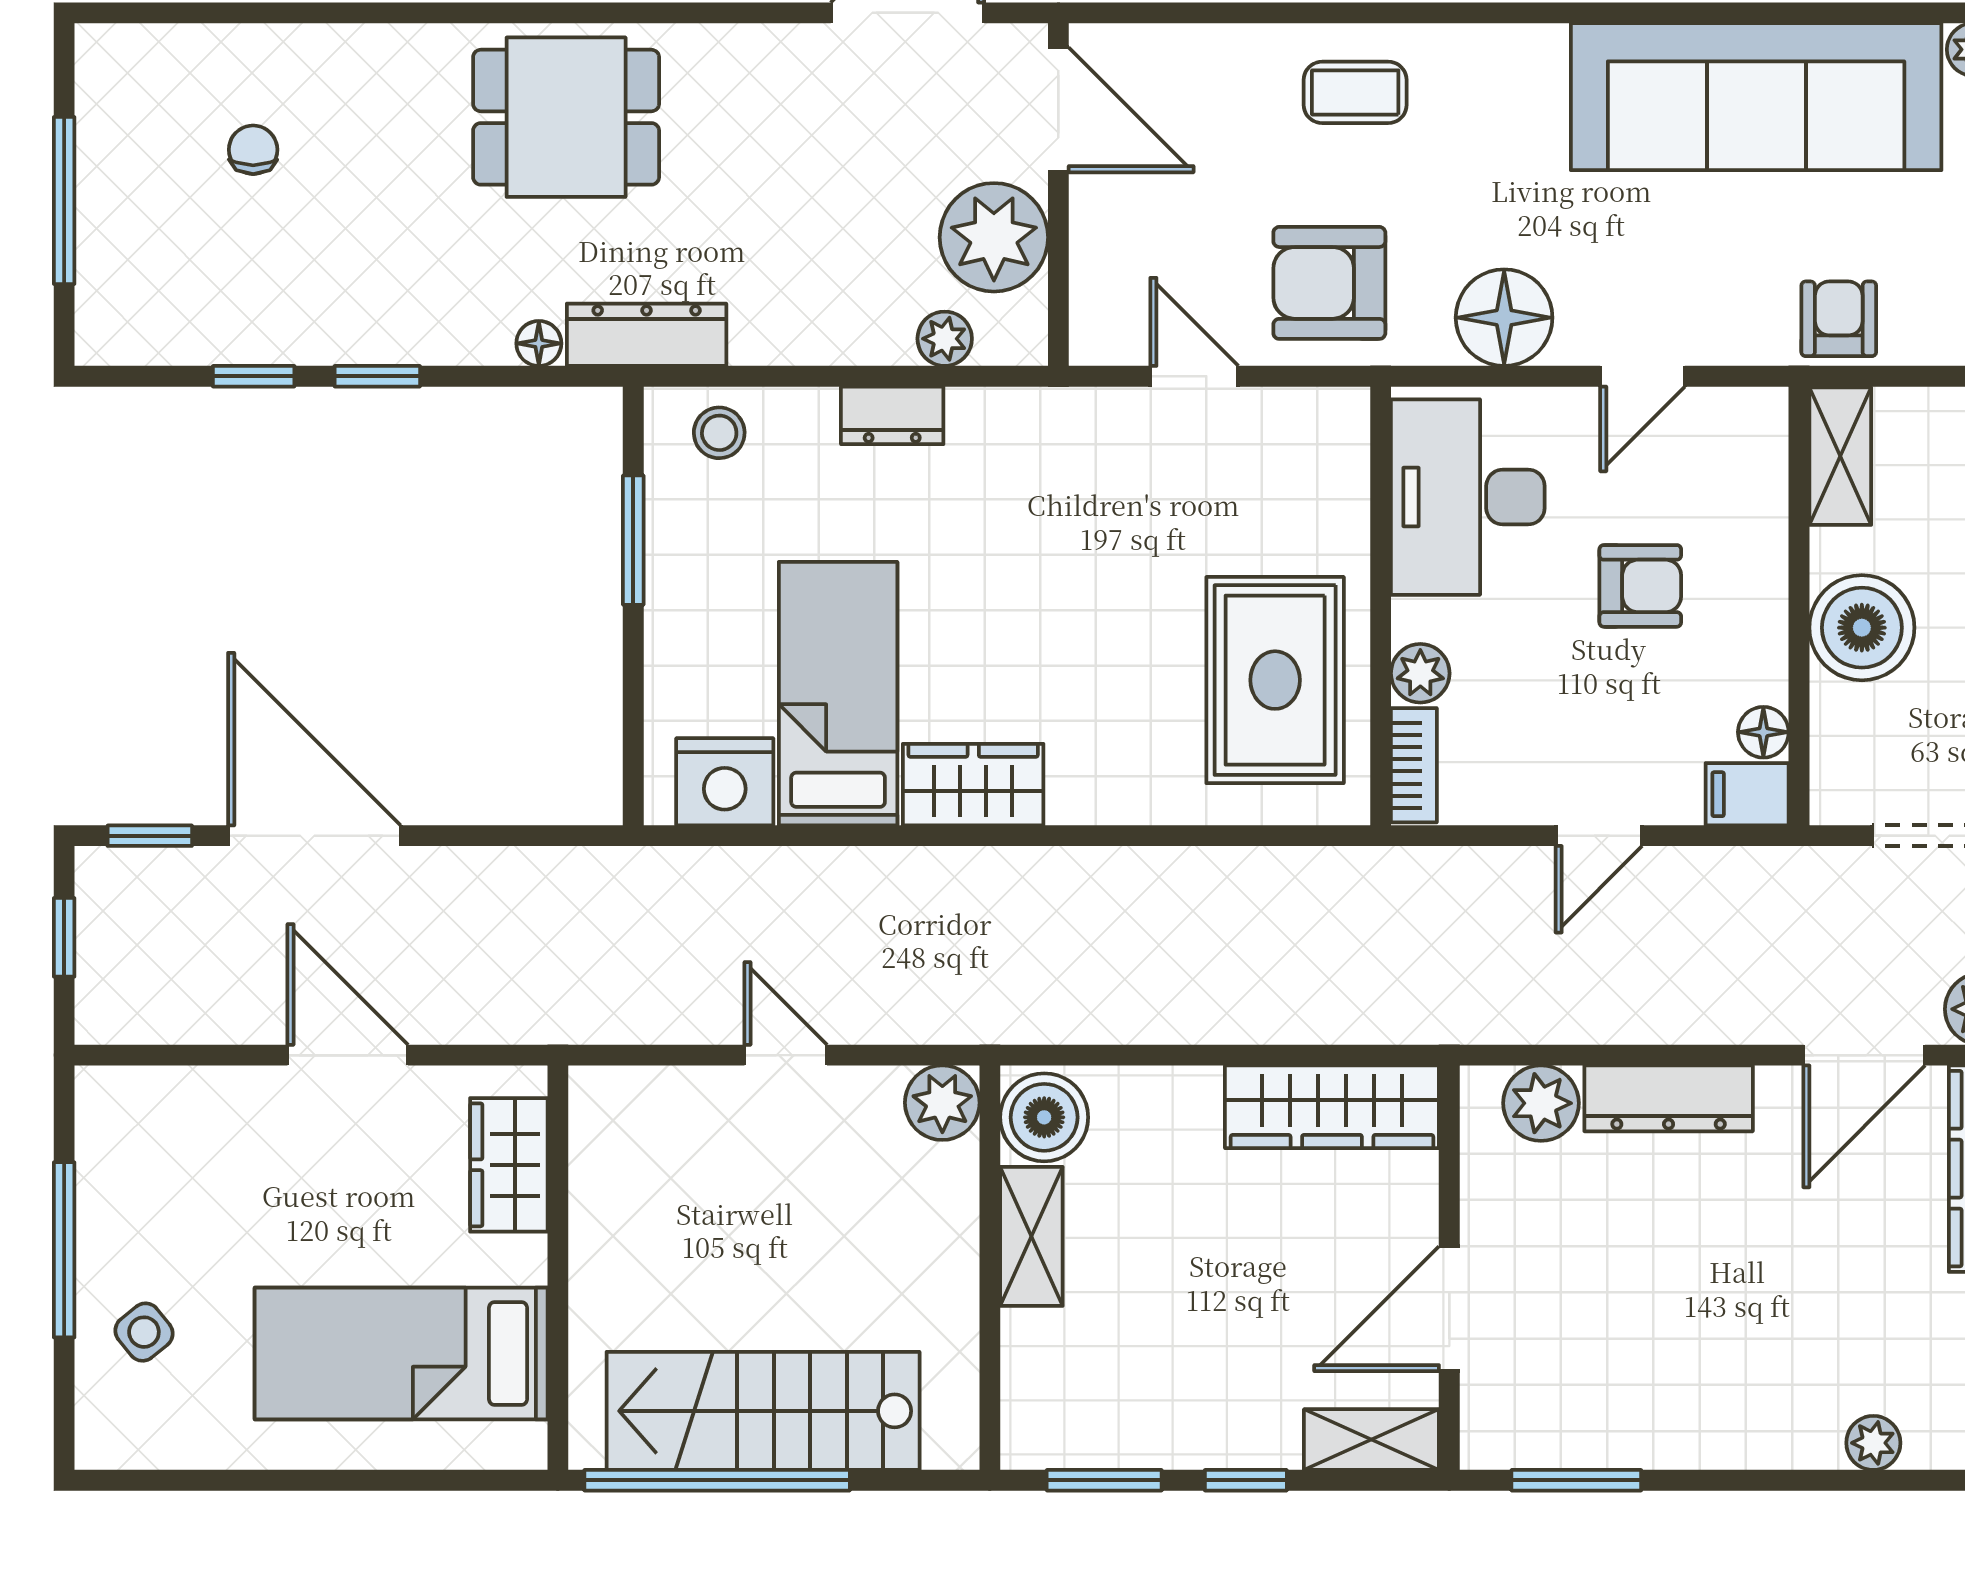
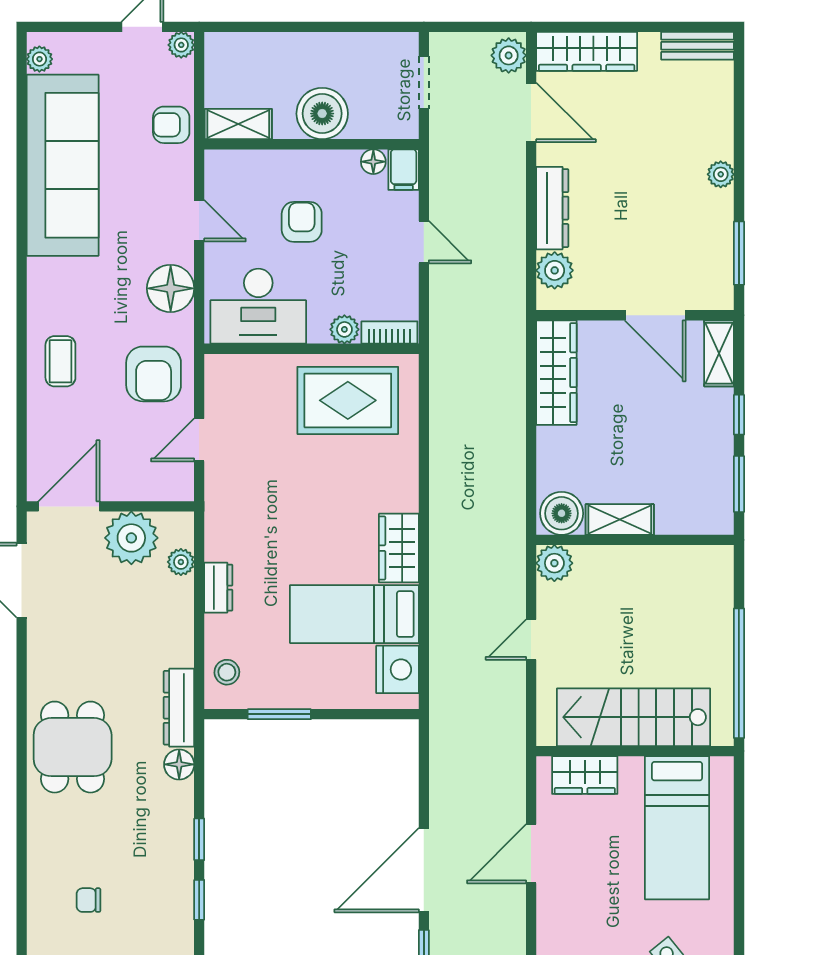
floor lamp: (539, 343) -> (179, 764), width x1.37, depth x1.37
stairs: (763, 1411) -> (634, 717), moved, turned 90
plant: (1873, 1443) -> (721, 174), moved

